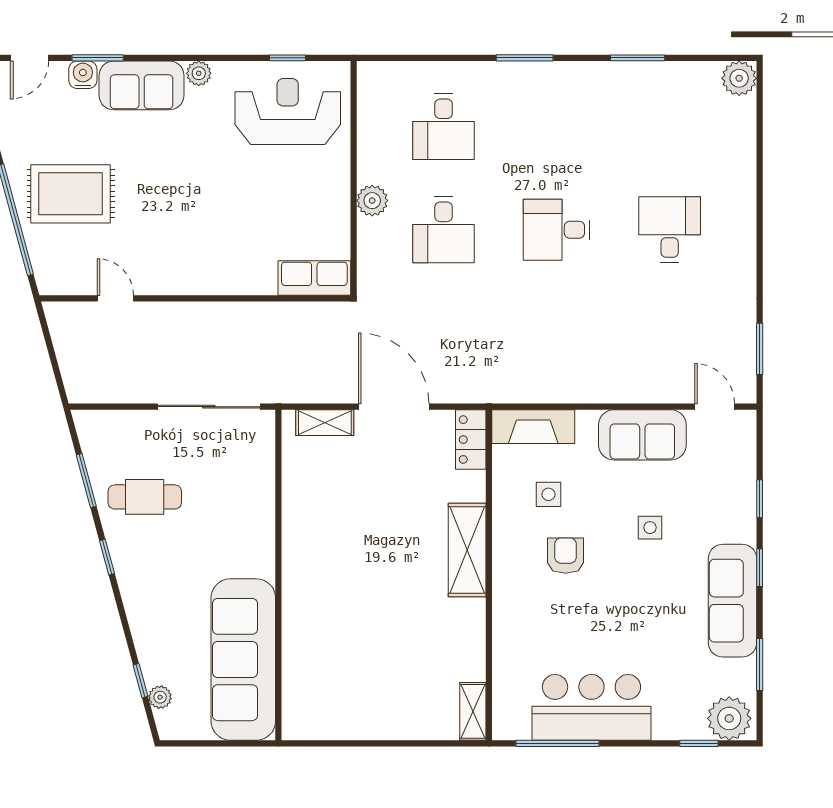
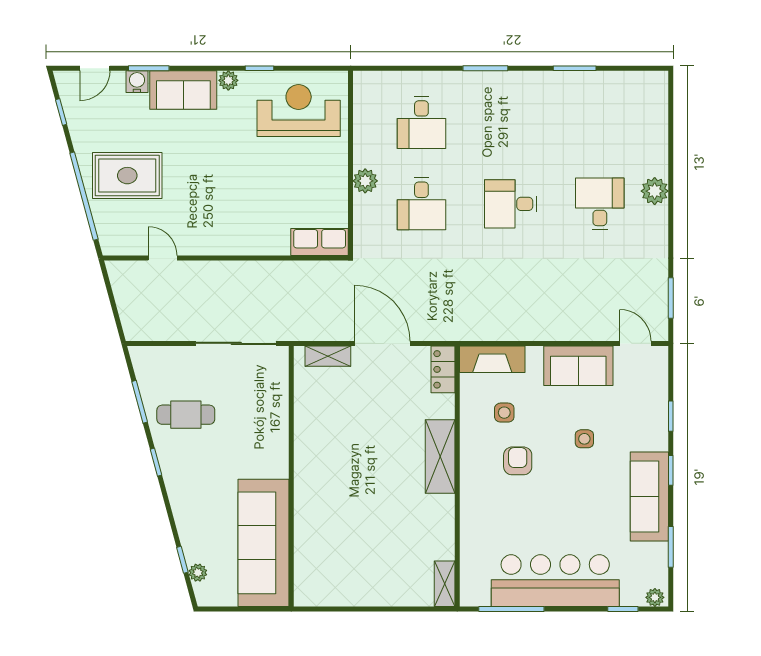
window: (287, 58) -> (259, 68), moved
plant: (739, 78) -> (655, 191), moved
bar counter: (591, 707) -> (555, 581), width x1.36
plant: (729, 718) -> (655, 597), width x0.53, depth x0.53

